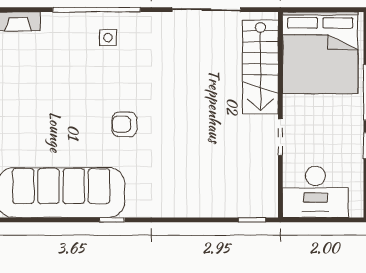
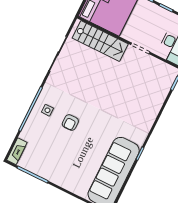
armchair: (124, 124) -> (70, 122), moved

